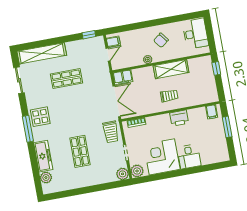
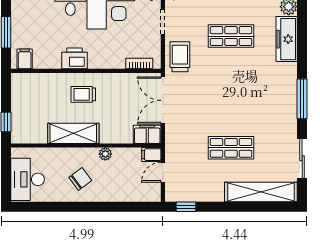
filing cabinet: (113, 42) -> (151, 155), moved
display table: (40, 117) -> (280, 98), removed
window: (28, 129) -> (302, 99), moved
shop shelf: (80, 151) -> (231, 36), turned 90

